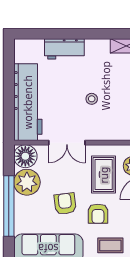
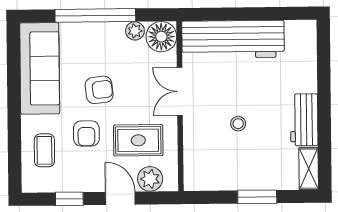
workbench: (64, 49) -> (304, 120), moved
plant: (27, 182) -> (135, 31), width x0.53, depth x0.53
armchair: (98, 214) -> (86, 133), turned -90

